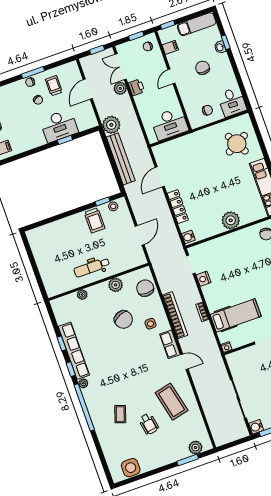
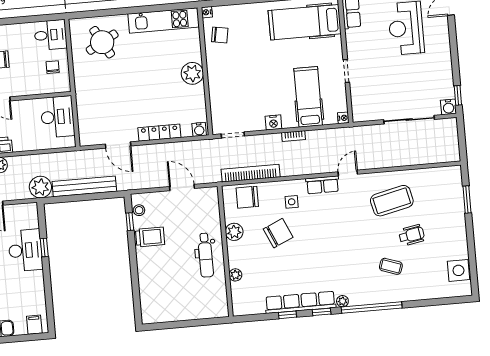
nightstand: (204, 279) -> (273, 122), moved
bookcase: (175, 315) -> (251, 173), moved
plant: (195, 448) -> (454, 186), removed

